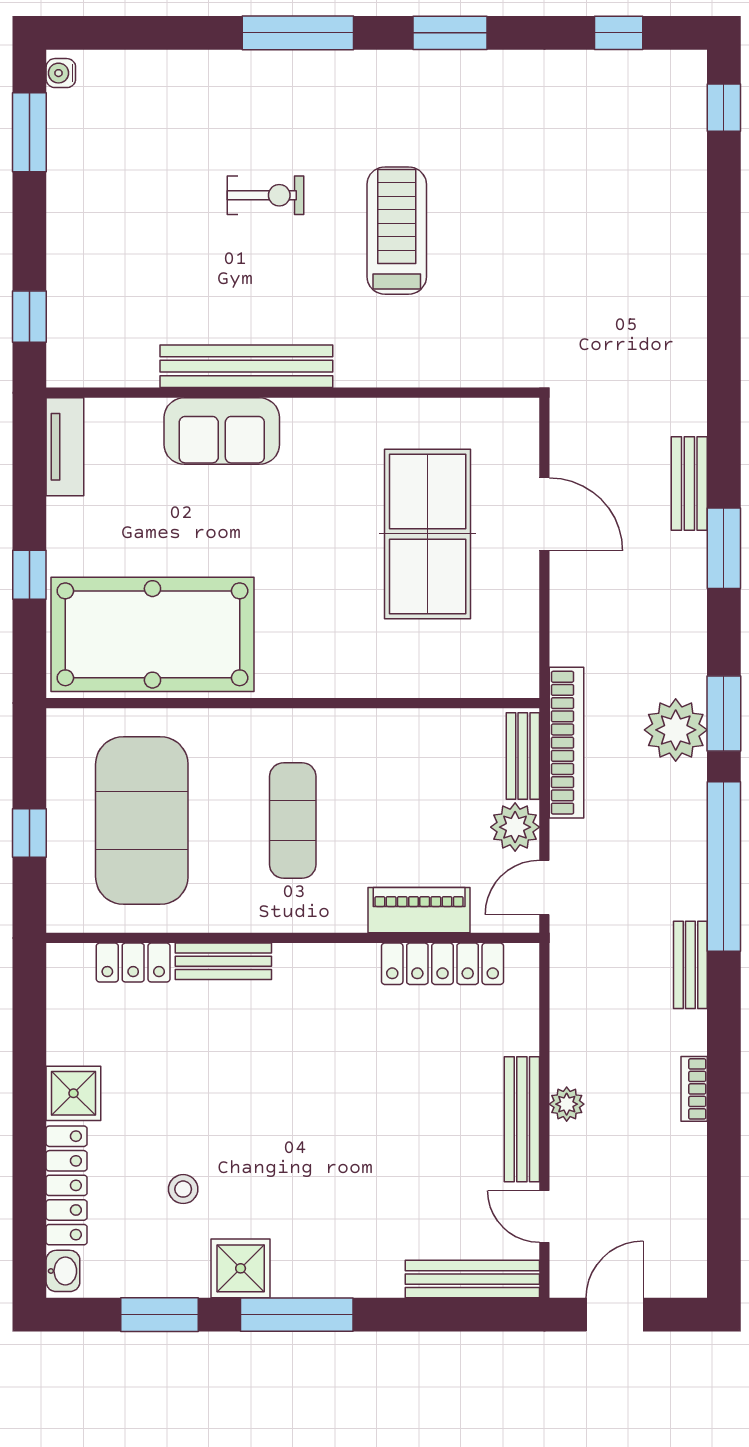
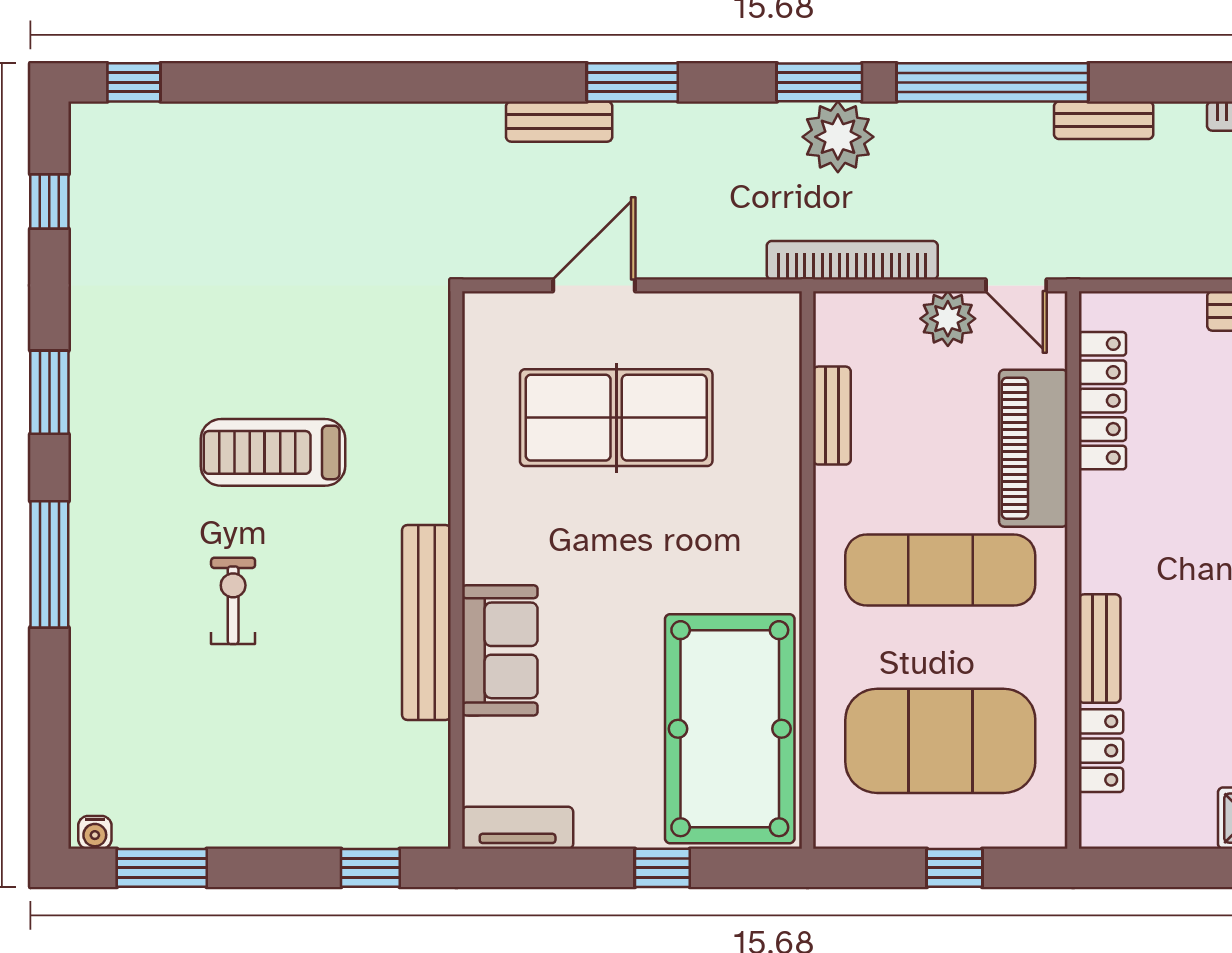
bench: (523, 756) -> (832, 416), moved, turned 90
exercise mat: (293, 820) -> (940, 570), width x1.36, depth x1.45
piano: (419, 910) -> (1033, 448), width x1.37, depth x1.33

